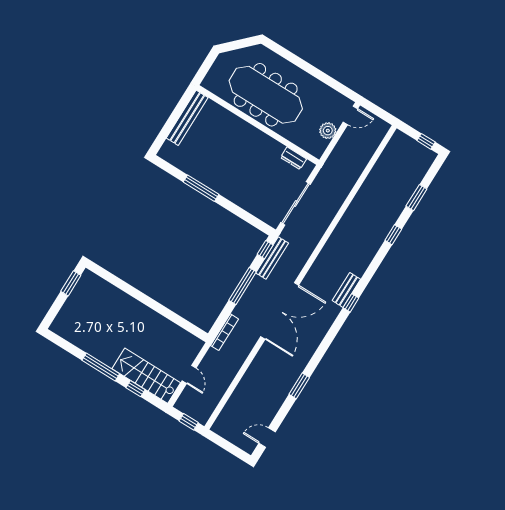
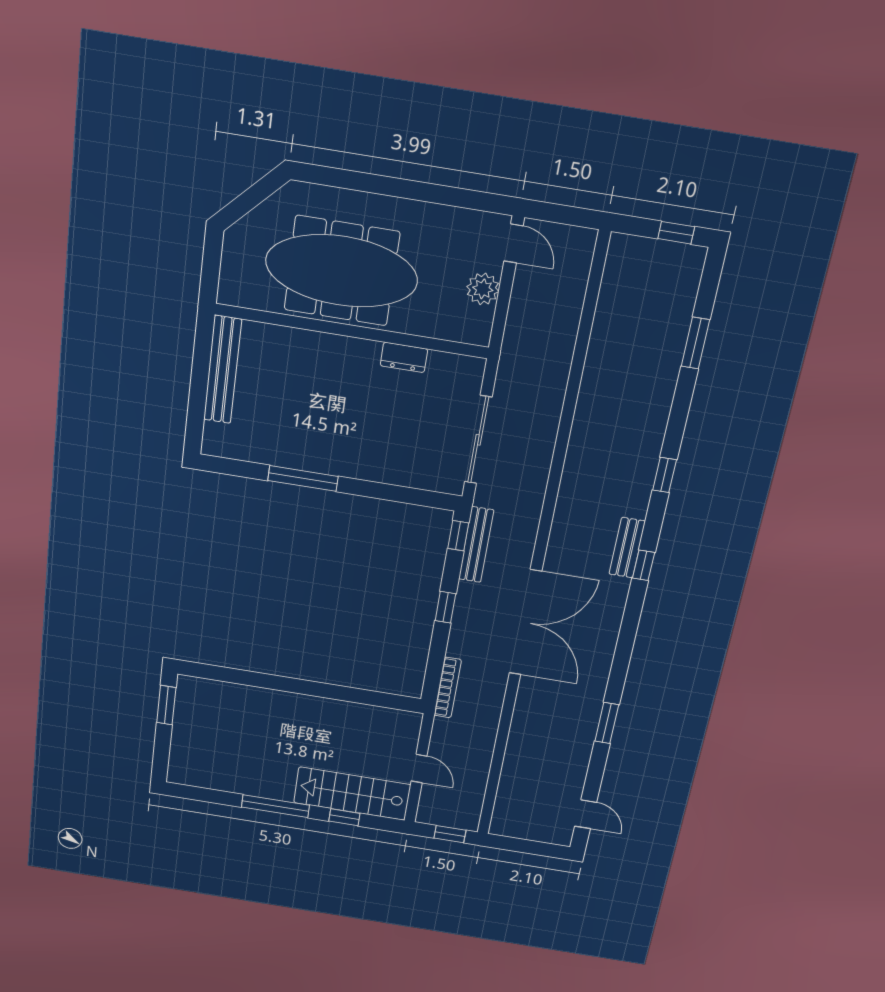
door: (350, 115) -> (513, 243), hinge flipped
dresser: (294, 158) -> (404, 357), moved
window: (393, 235) -> (665, 475), moved
window: (243, 286) -> (445, 607), width x0.46
door: (267, 438) -> (586, 814), swing flipped

